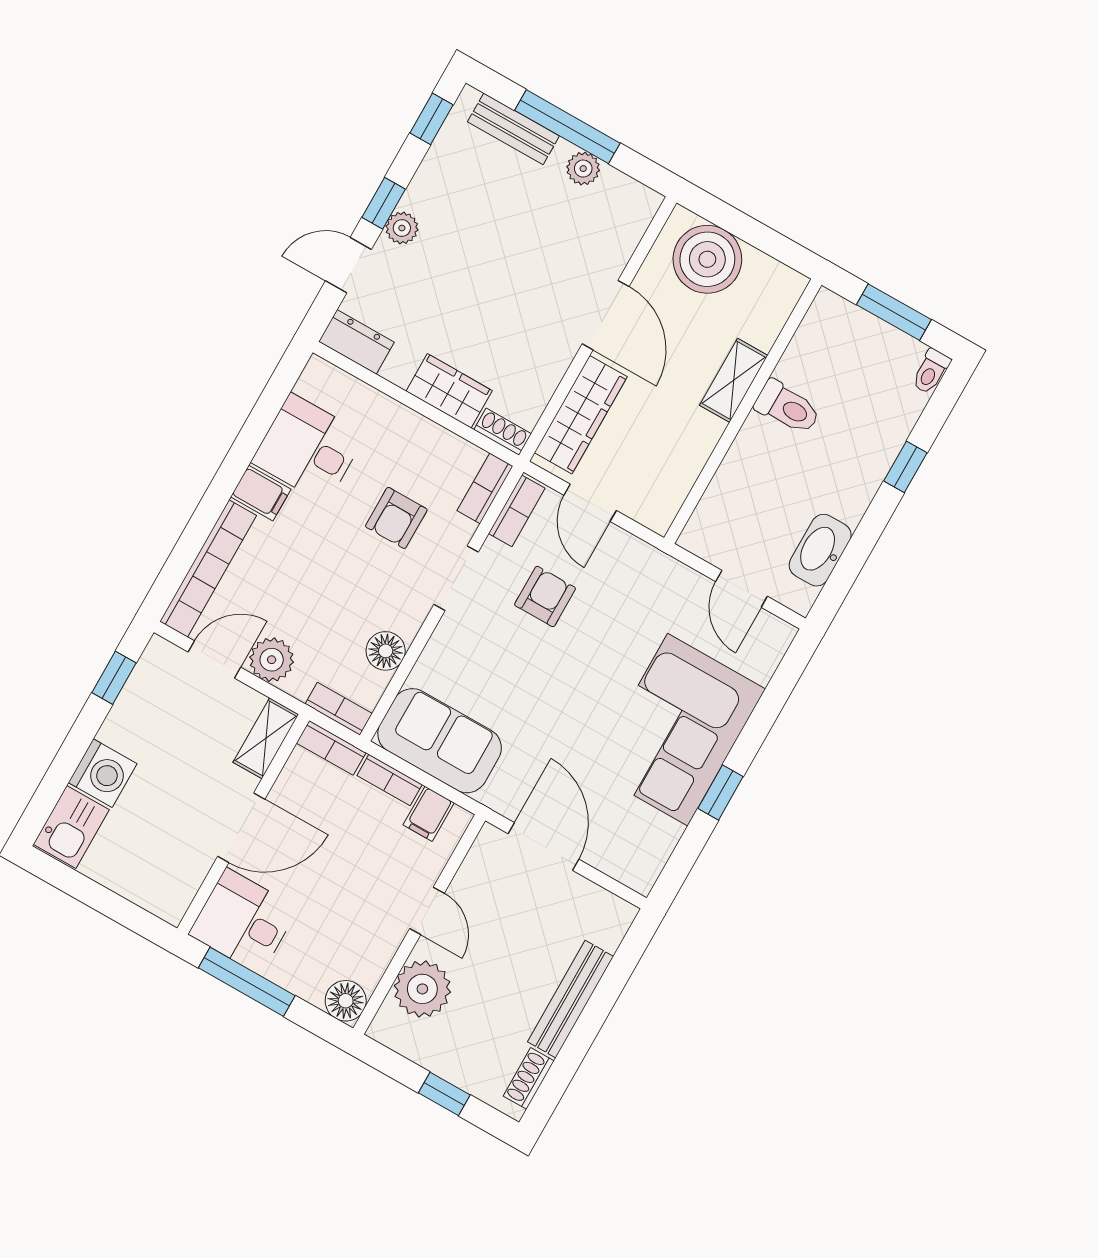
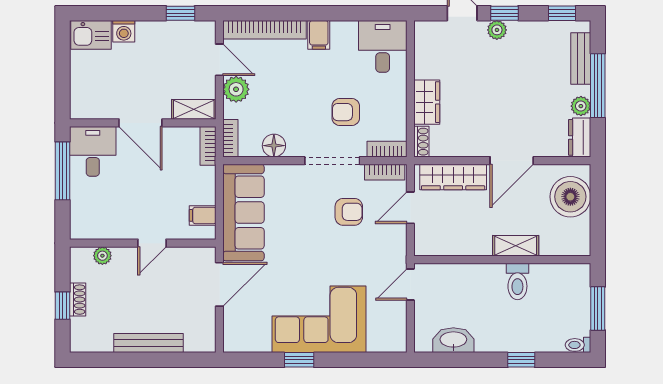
dresser: (356, 342) -> (580, 137), moved, turned 180
desk: (308, 449) -> (383, 46), moved
doorway: (456, 578) -> (332, 161), width x1.38
door: (742, 589) -> (410, 285), moved
sofa: (440, 741) -> (243, 212), width x1.36
washing machine: (103, 773) -> (124, 31), width x0.73, depth x0.73
bookcase: (390, 780) -> (209, 185), removed
plant: (422, 989) -> (102, 256), width x0.53, depth x0.53
floor lamp: (346, 1001) -> (82, 227), removed
shoe rack: (529, 1078) -> (78, 300), moved, turned 90

